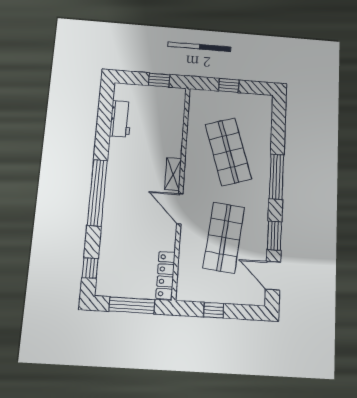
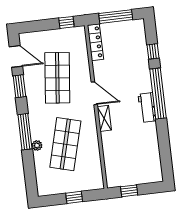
workbench: (121, 119) -> (147, 108), moved
shop shelf: (228, 152) -> (65, 144), turned 33
plant: (264, 157) -> (37, 145), added
window: (90, 268) -> (153, 51), moved
window: (214, 310) -> (66, 22), moved

